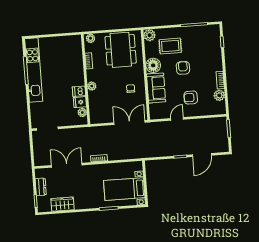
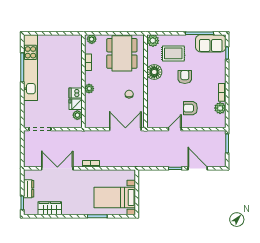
sofa: (156, 88) -> (211, 43), moved, turned 90
door: (202, 155) -> (198, 168), swing flipped

